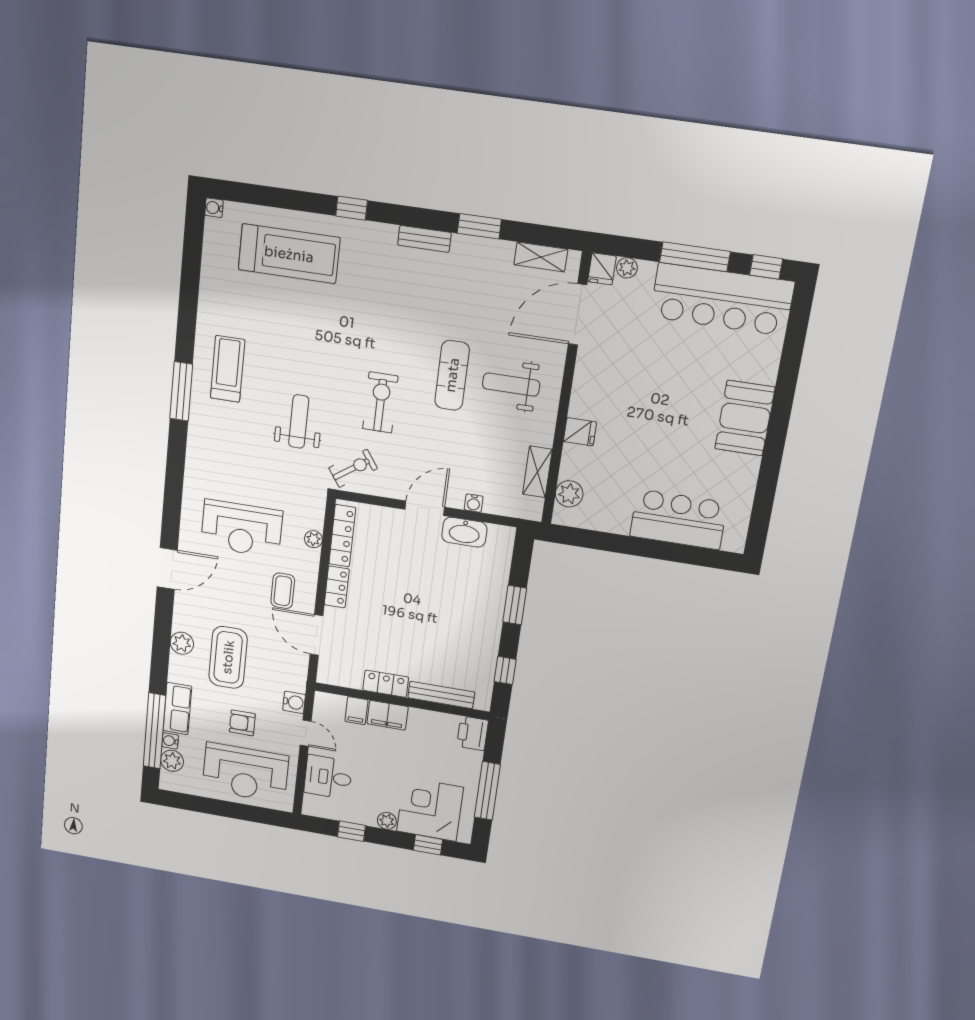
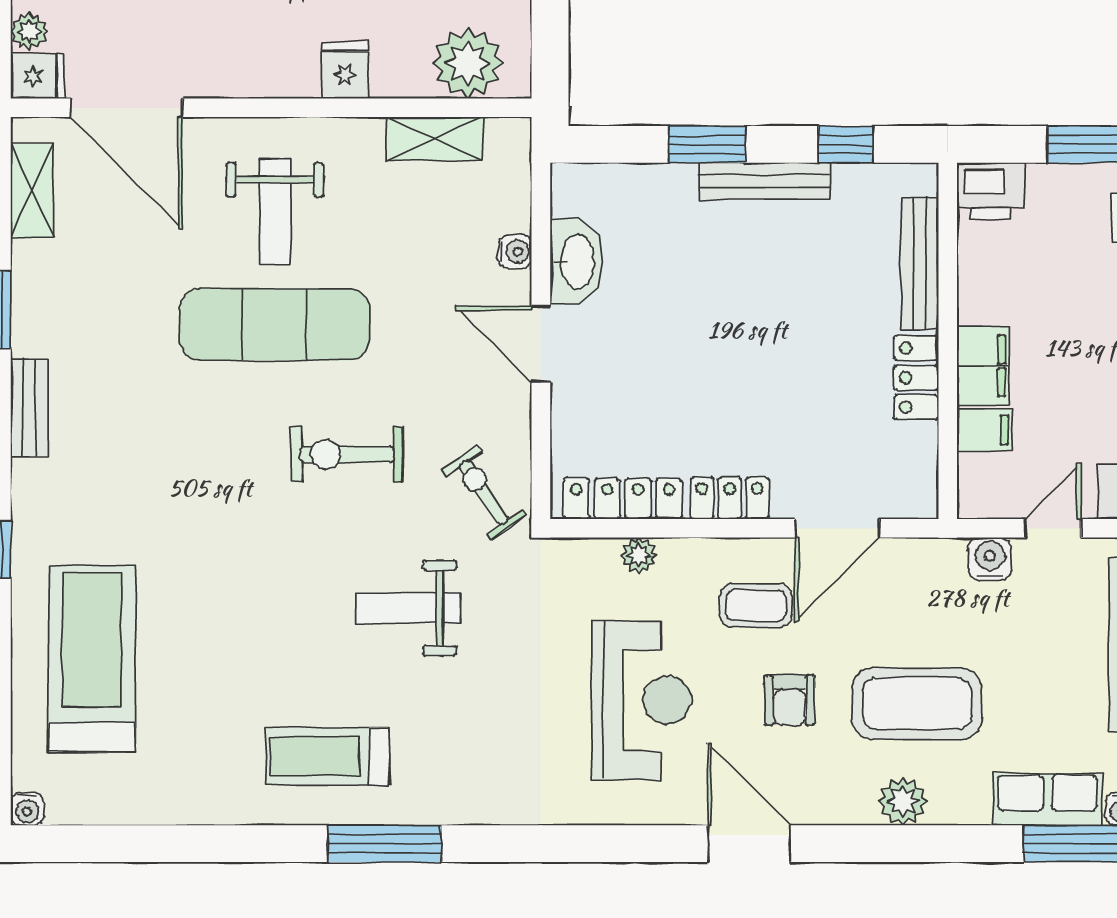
exercise mat: (452, 375) -> (274, 325), width x1.36, depth x1.45
plant: (569, 494) -> (468, 63), width x1.36, depth x1.36
bench: (492, 629) -> (765, 181), added
armchair: (242, 723) -> (790, 700), moved

